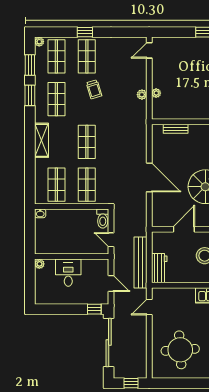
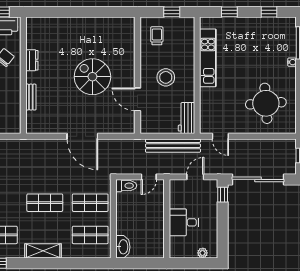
bench: (176, 129) -> (31, 97), moved
door: (149, 177) -> (82, 136), swing flipped
washbasin: (40, 213) -> (123, 247), width x1.91, depth x1.45
plant: (39, 264) -> (203, 253), moved
workbench: (159, 268) -> (187, 118), moved, turned -90

